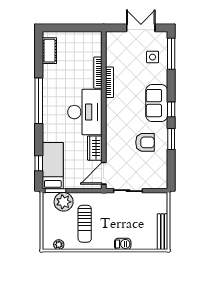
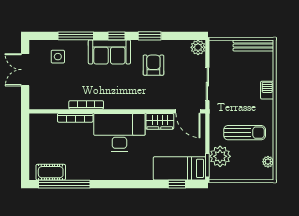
window: (171, 54) -> (76, 36), moved
window: (39, 101) -> (64, 184), moved
plant: (161, 182) -> (198, 47), added

